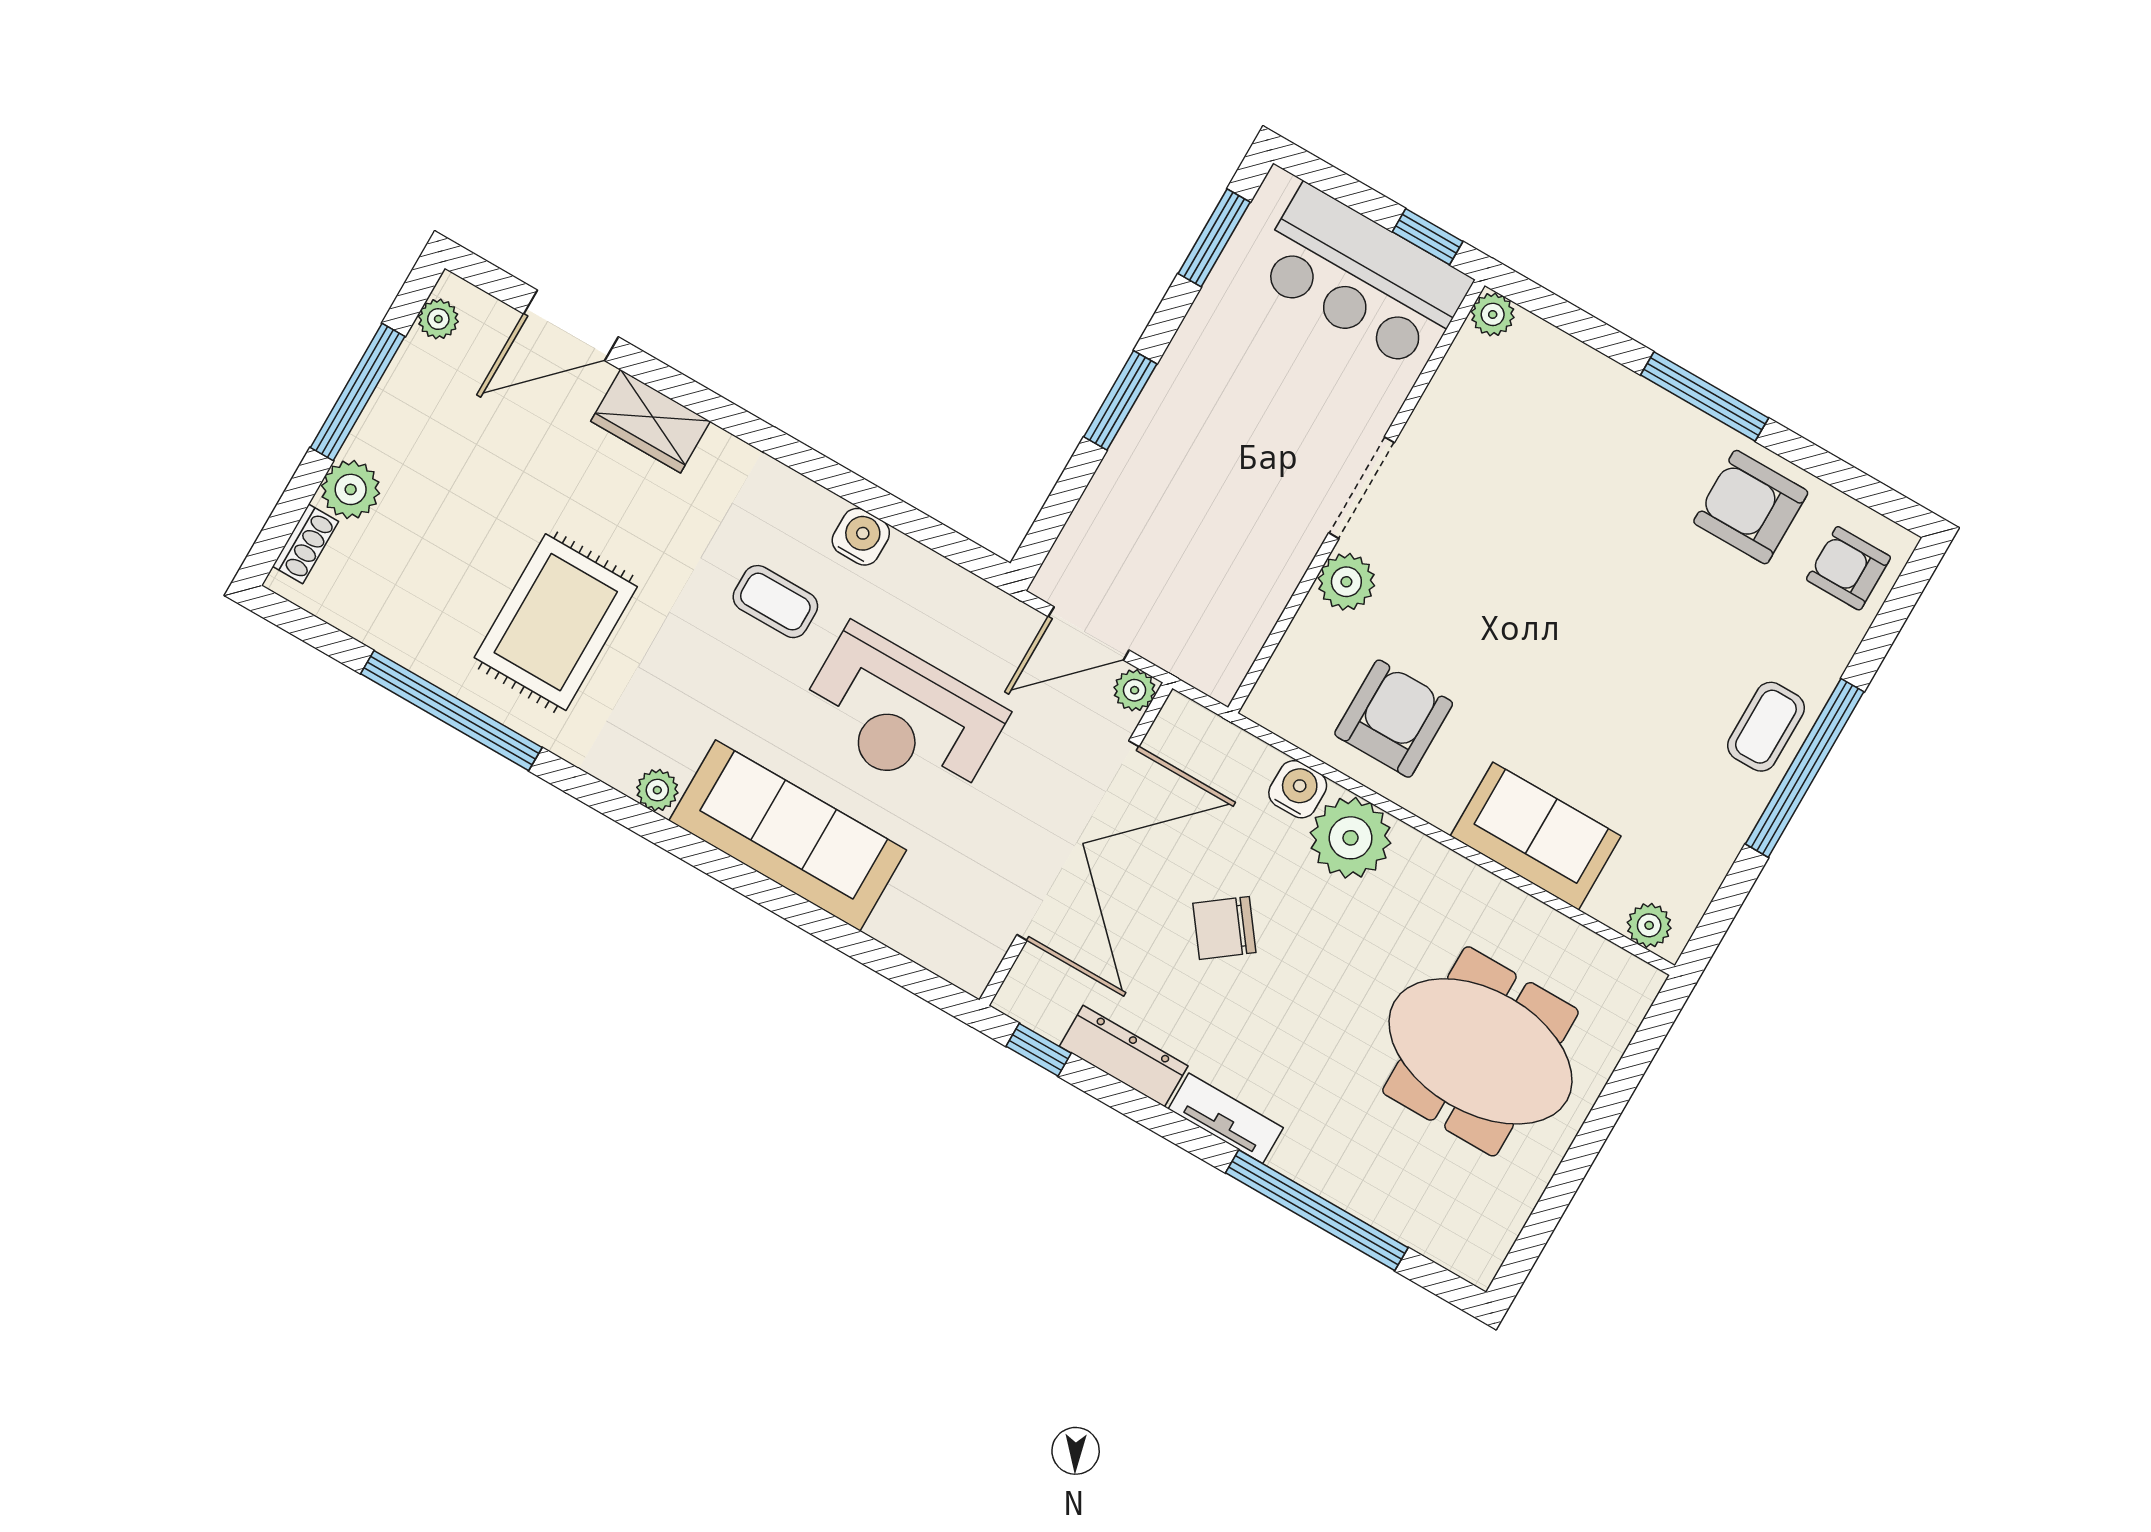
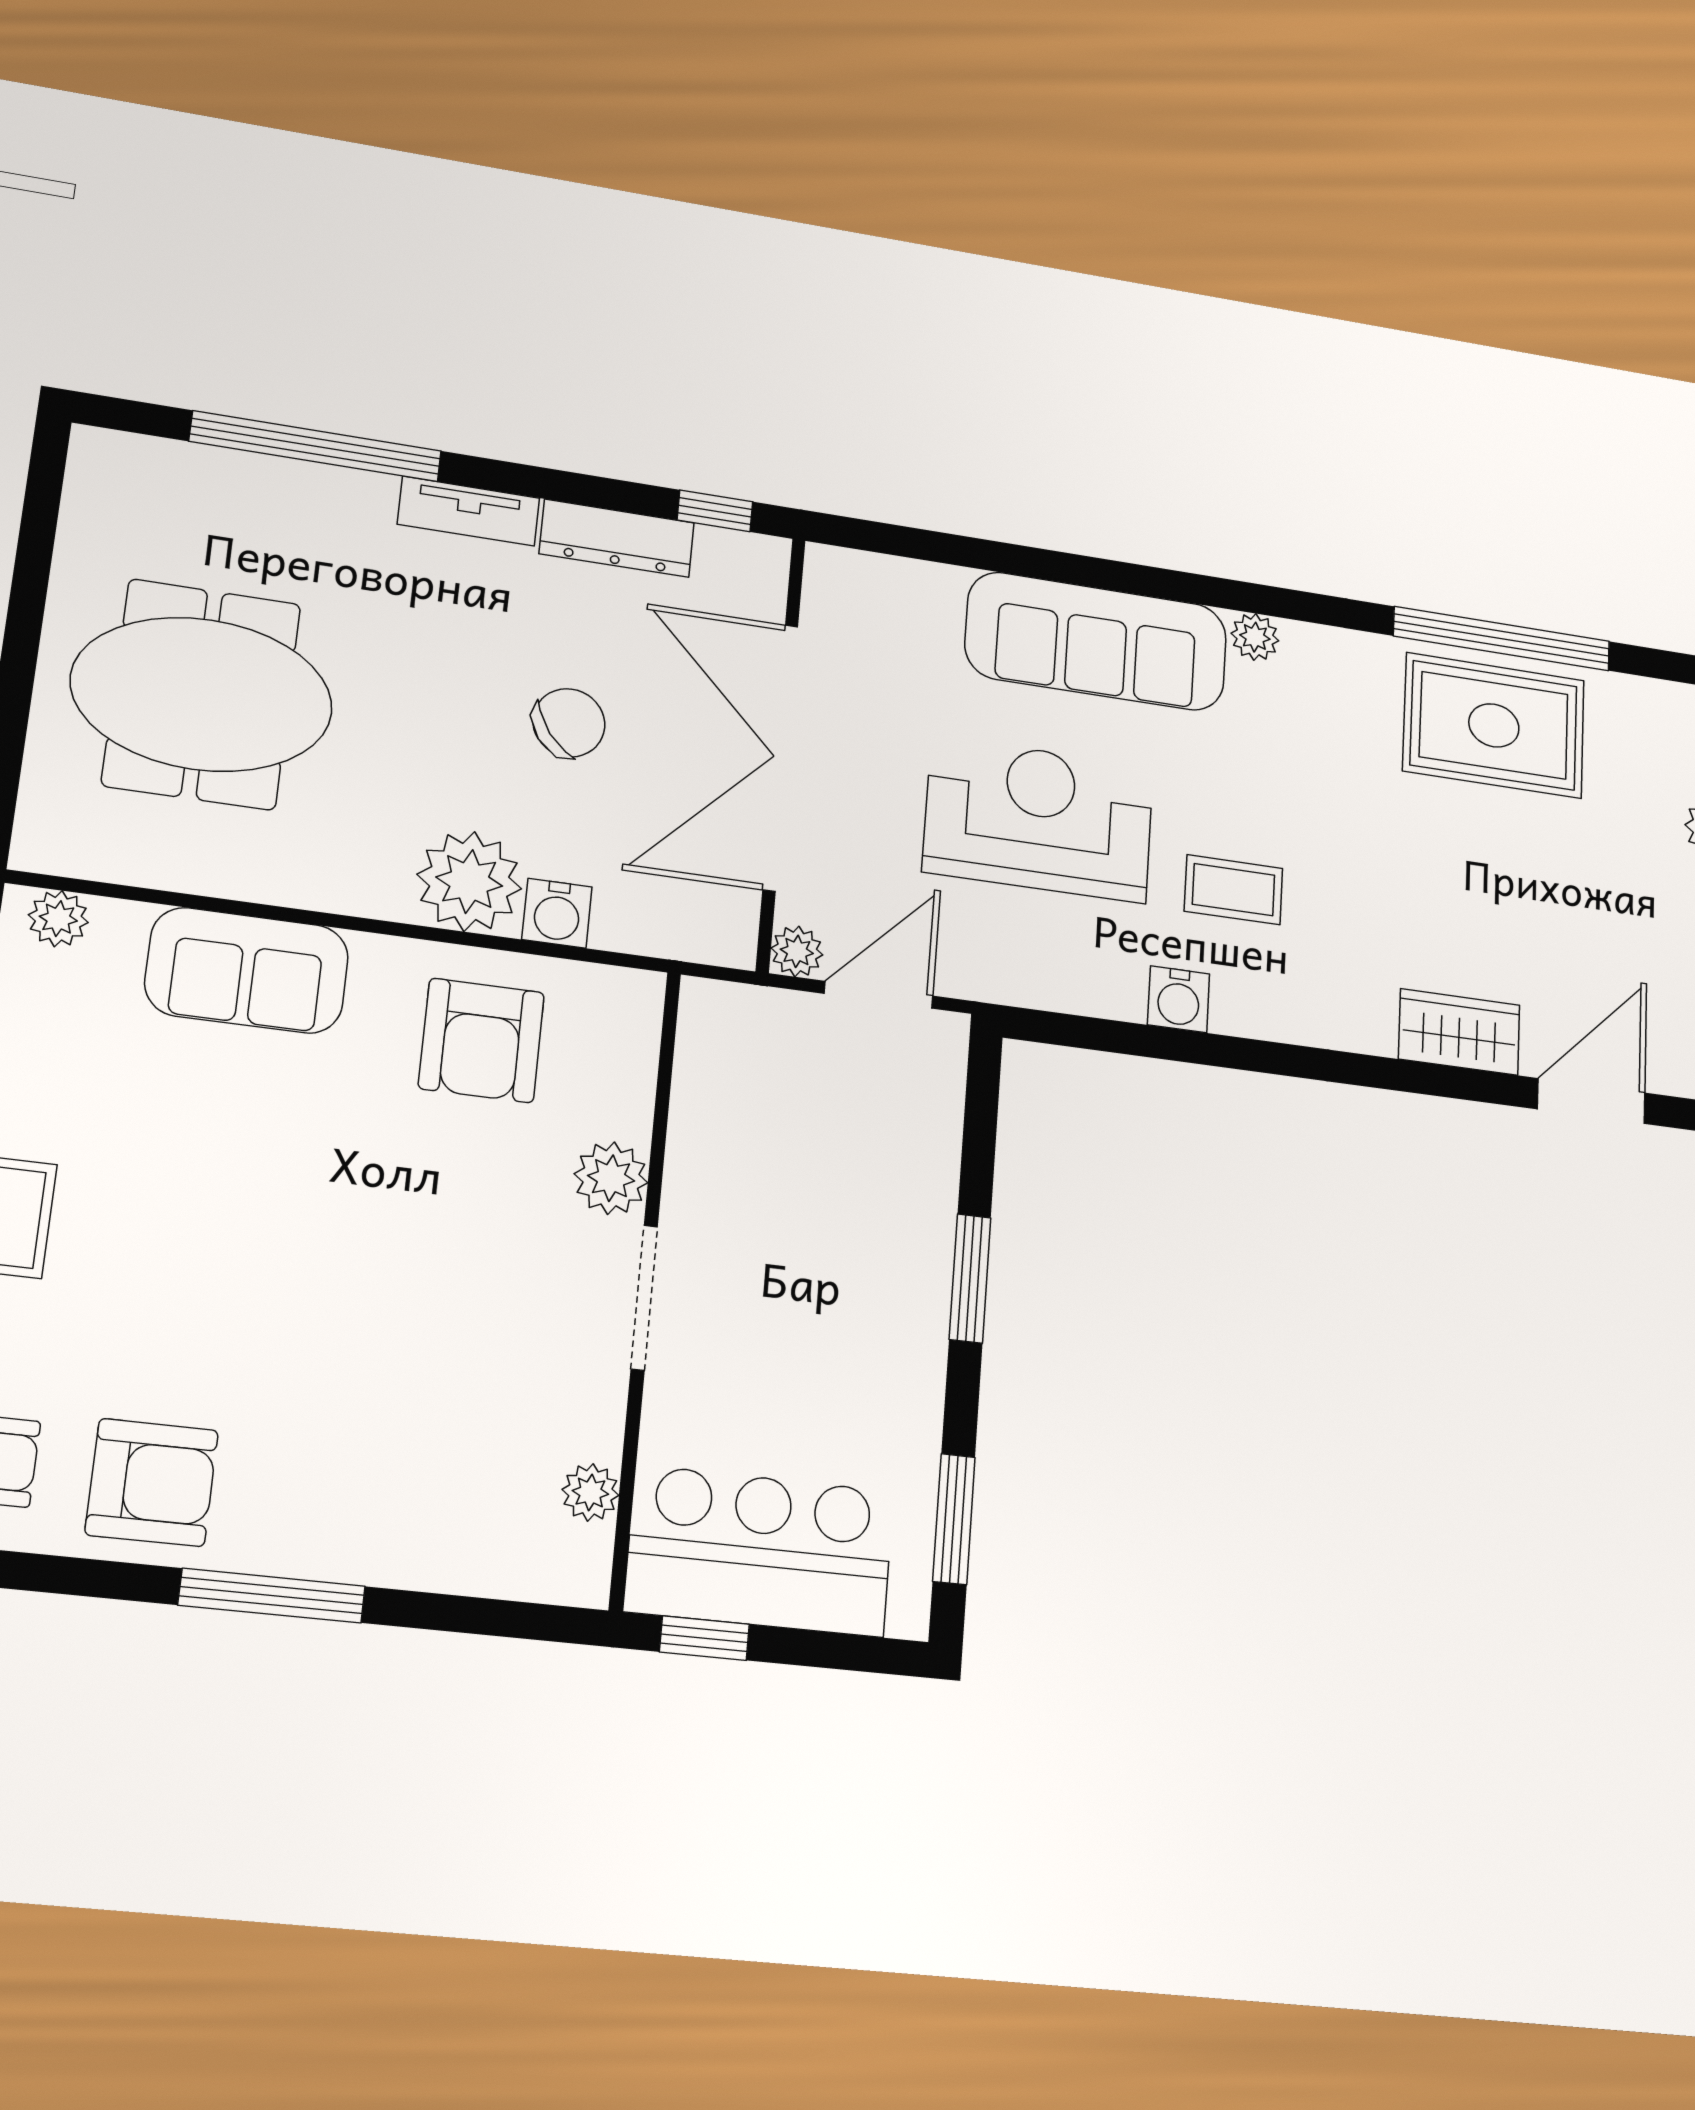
plant: (1493, 314) -> (590, 1492), moved
rug: (556, 622) -> (1494, 725), moved, turned 90

